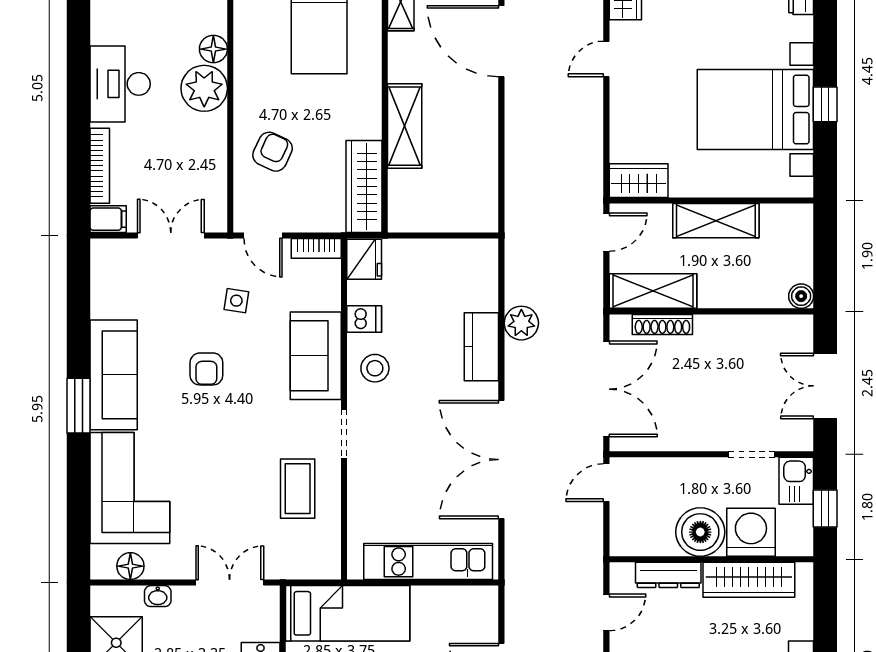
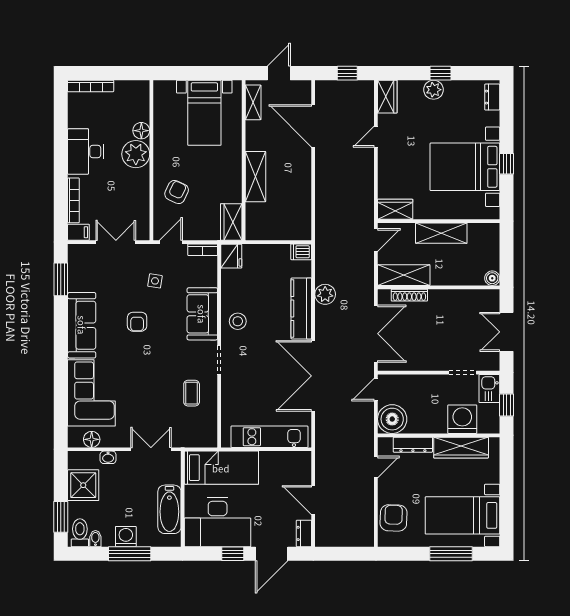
wardrobe: (364, 187) -> (231, 222), width x0.67
door: (263, 236) -> (171, 242), swing flipped
dishwasher: (364, 319) -> (301, 252), moved, turned 180
kitchen counter: (481, 347) -> (301, 308), width x1.50
window: (79, 406) -> (61, 279), moved
coffee table: (298, 489) -> (192, 393), width x0.73, depth x0.77
boiler: (700, 532) -> (392, 419), moved

